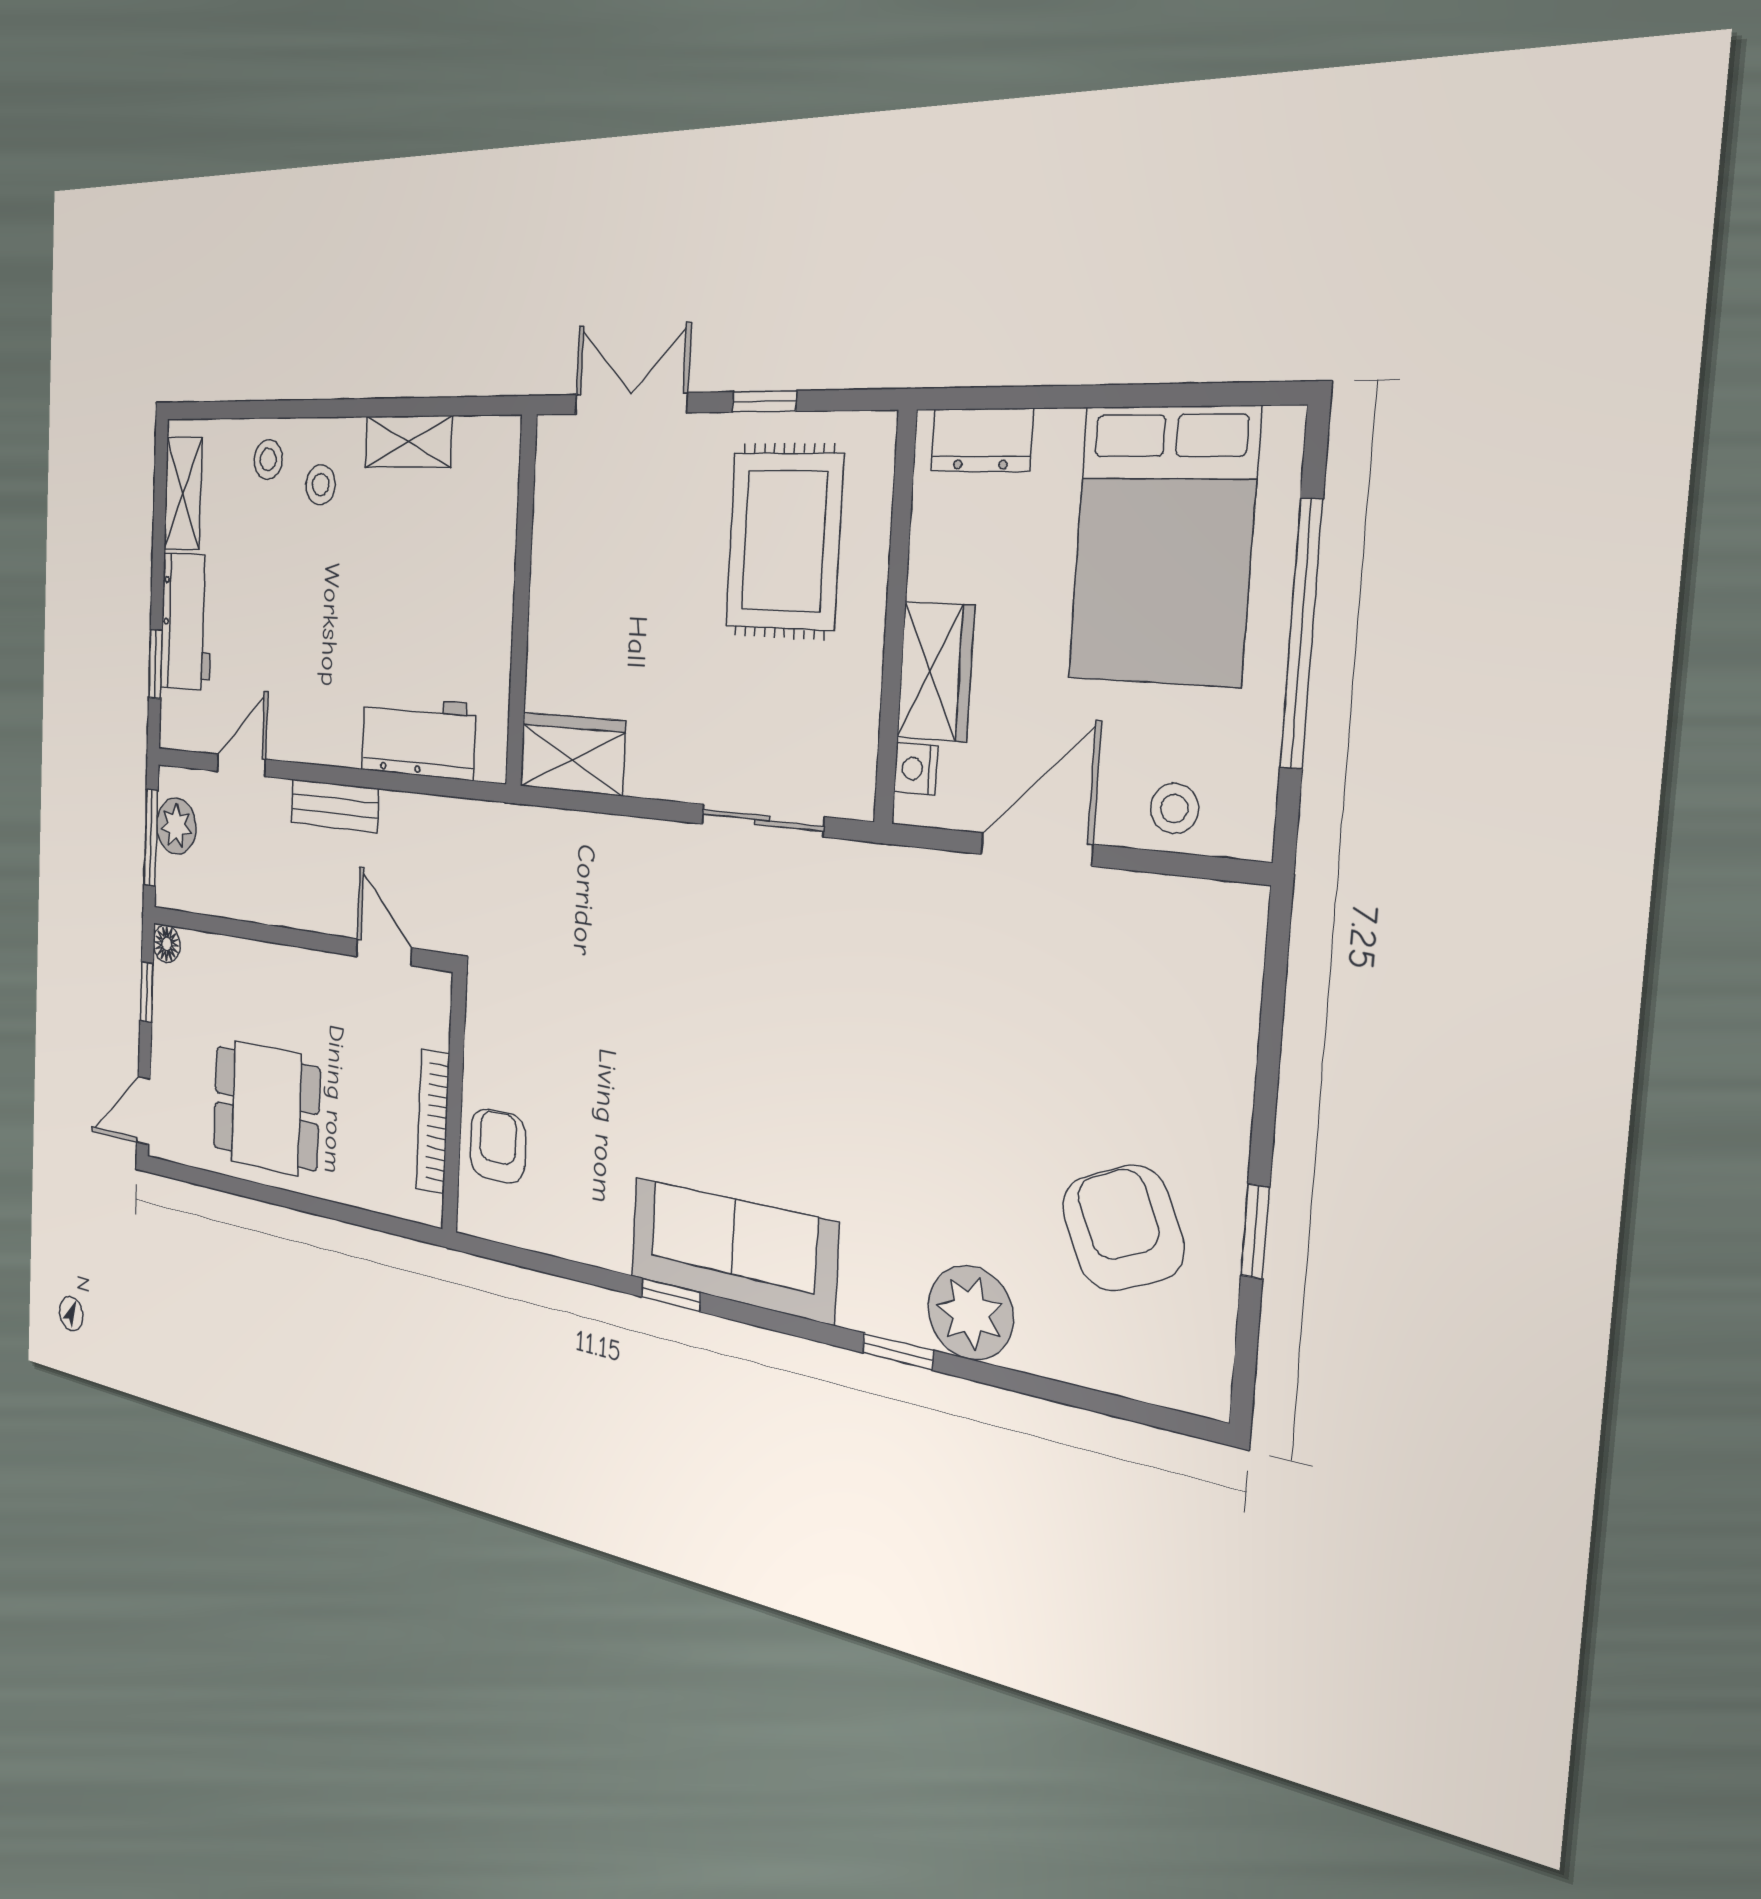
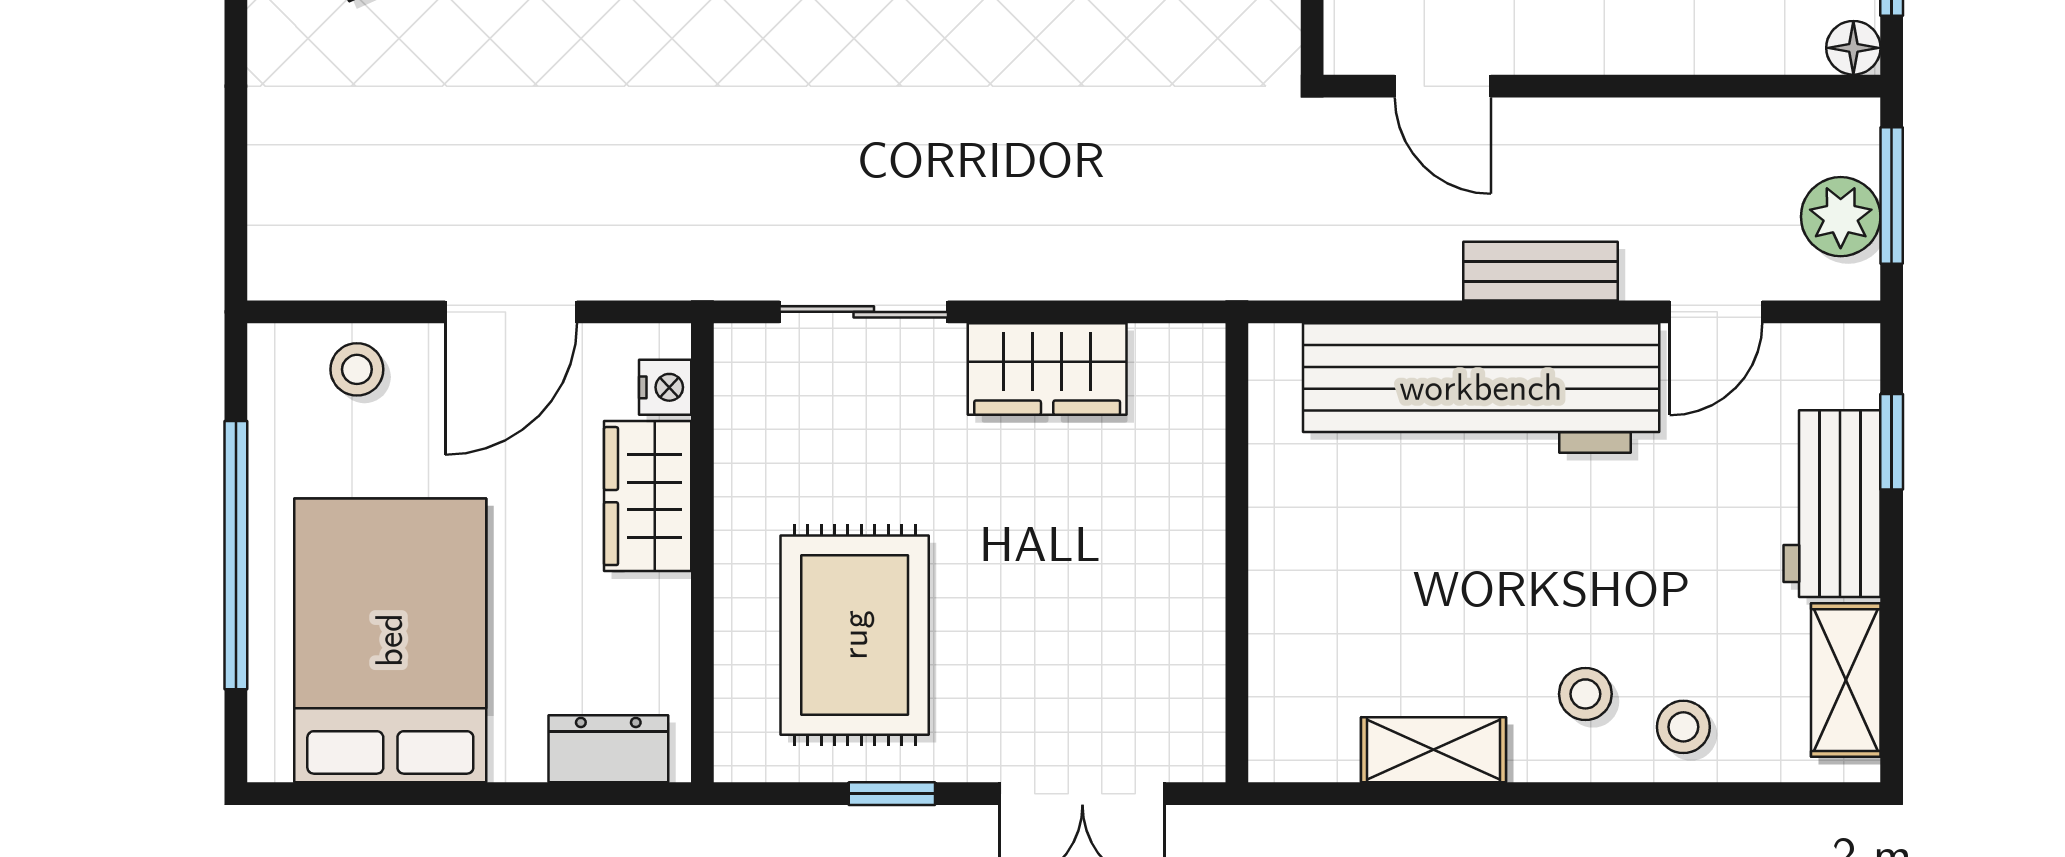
workbench: (418, 737) -> (1481, 388), width x1.88, depth x1.32
wardrobe: (572, 754) -> (1047, 369), moved

